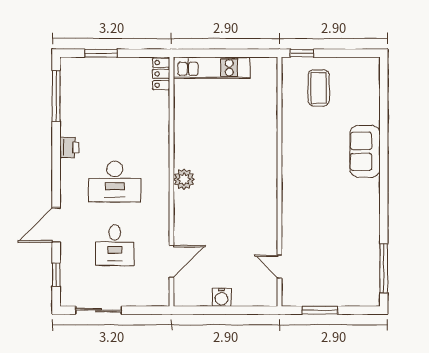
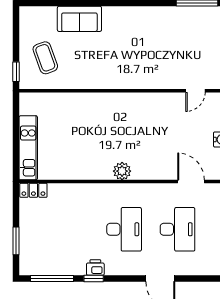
coffee table: (319, 88) -> (45, 58), turned 70
sofa: (365, 151) -> (79, 19), moved
desk: (115, 245) -> (177, 229), width x1.37
window: (56, 275) -> (94, 279), moved

